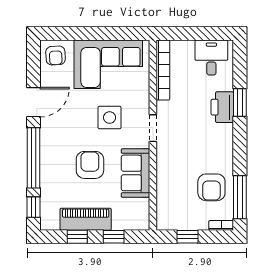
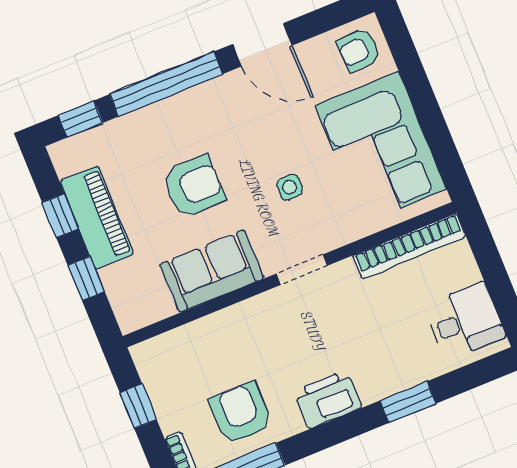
printer: (222, 107) -> (328, 399), moved
side table: (110, 118) -> (290, 187), width x0.54, depth x0.54
armchair: (211, 187) -> (241, 413), turned 90

